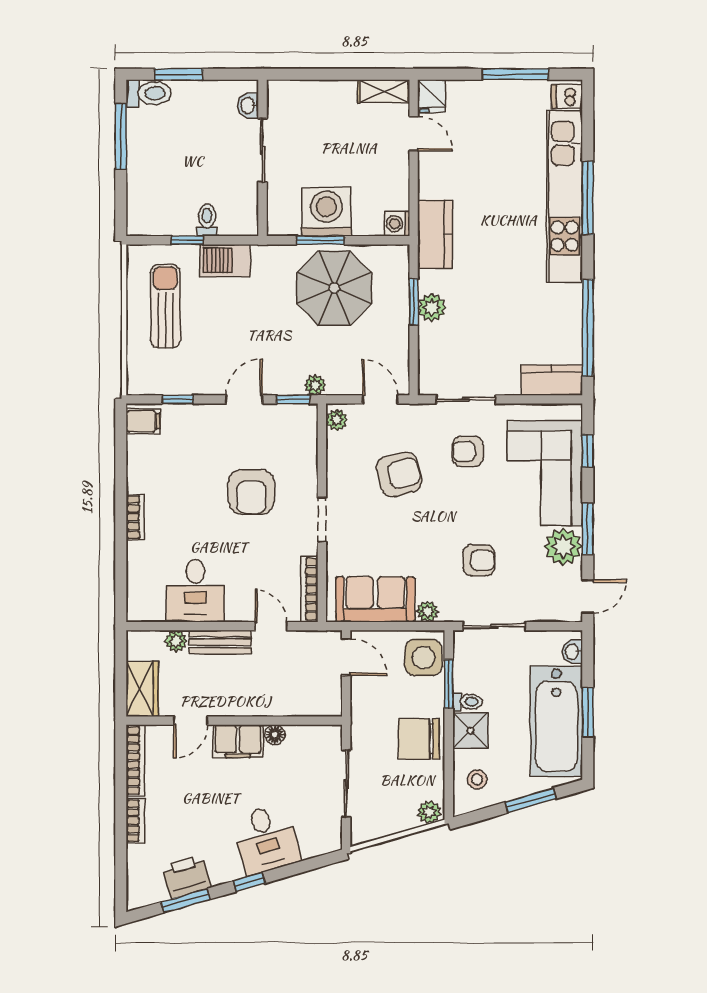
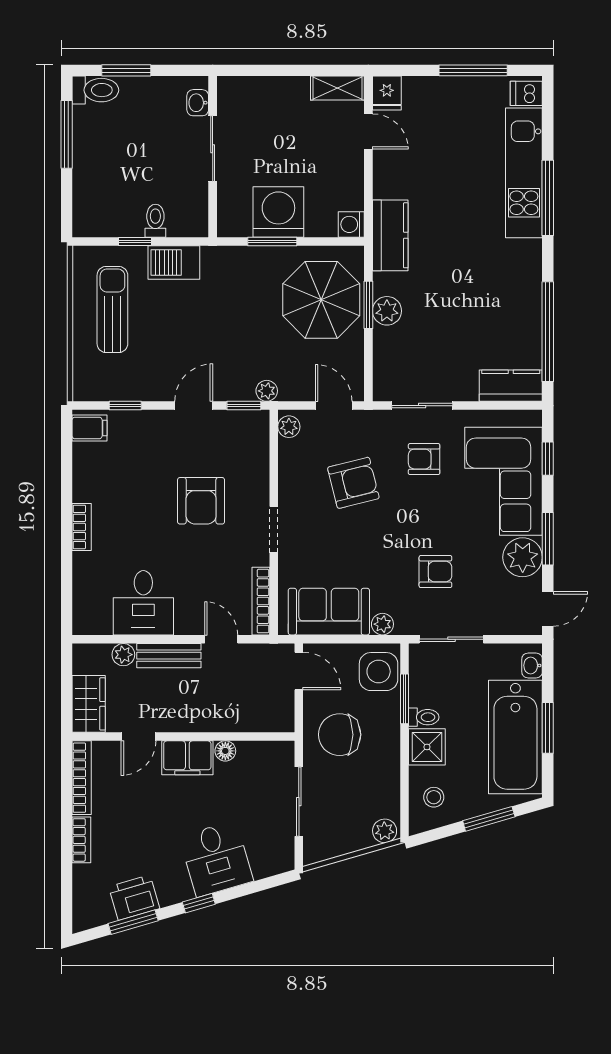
kitchen unit: (565, 197) -> (524, 173), width x0.73
parasol: (334, 288) -> (321, 300), moved
chair: (419, 739) -> (340, 735), moved

